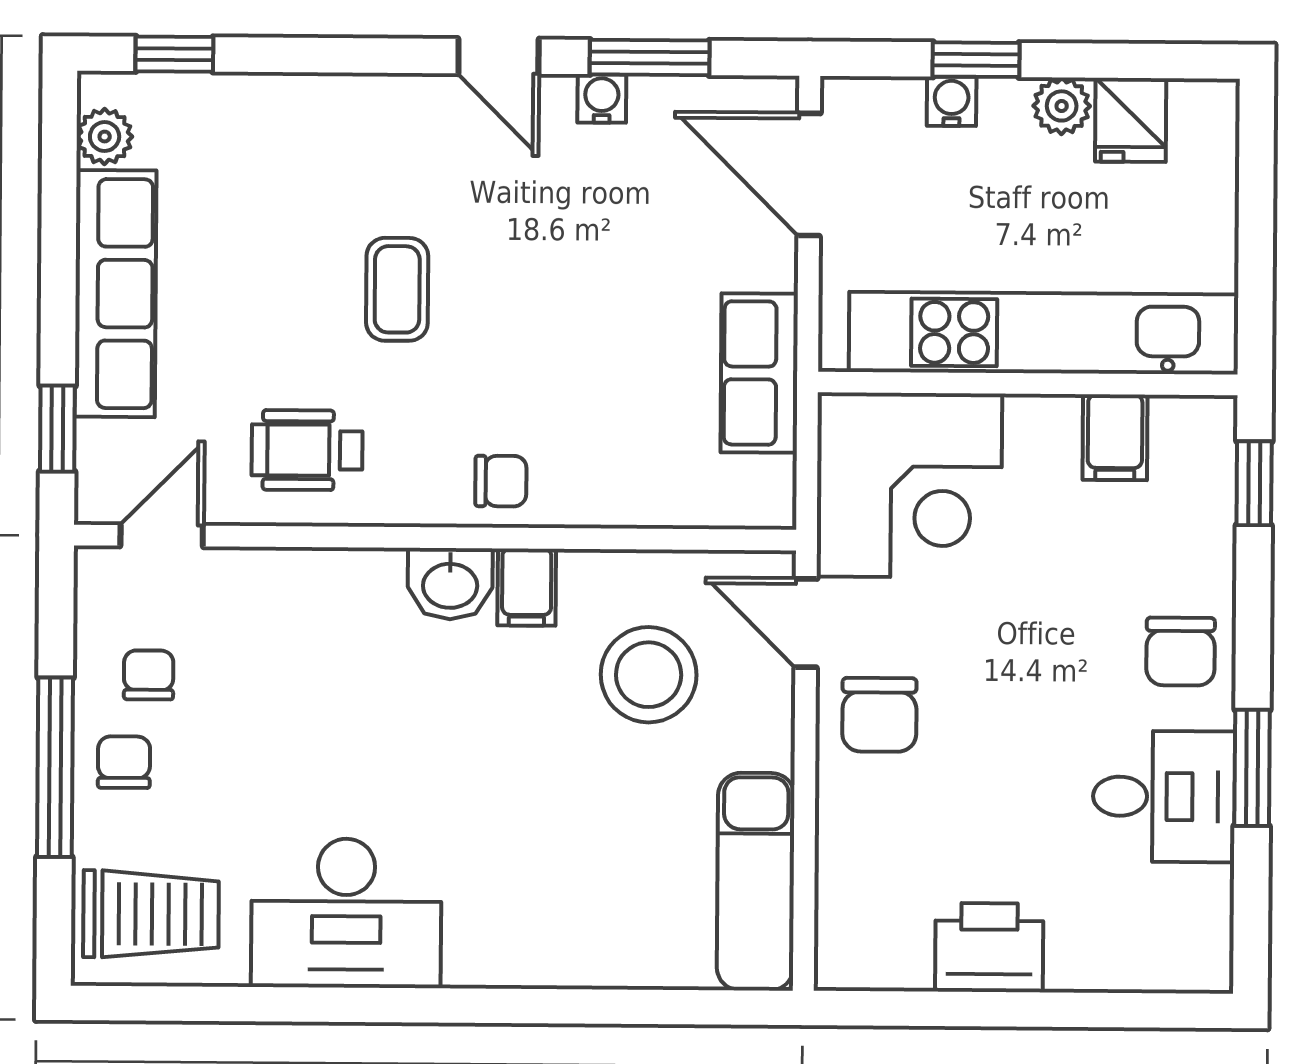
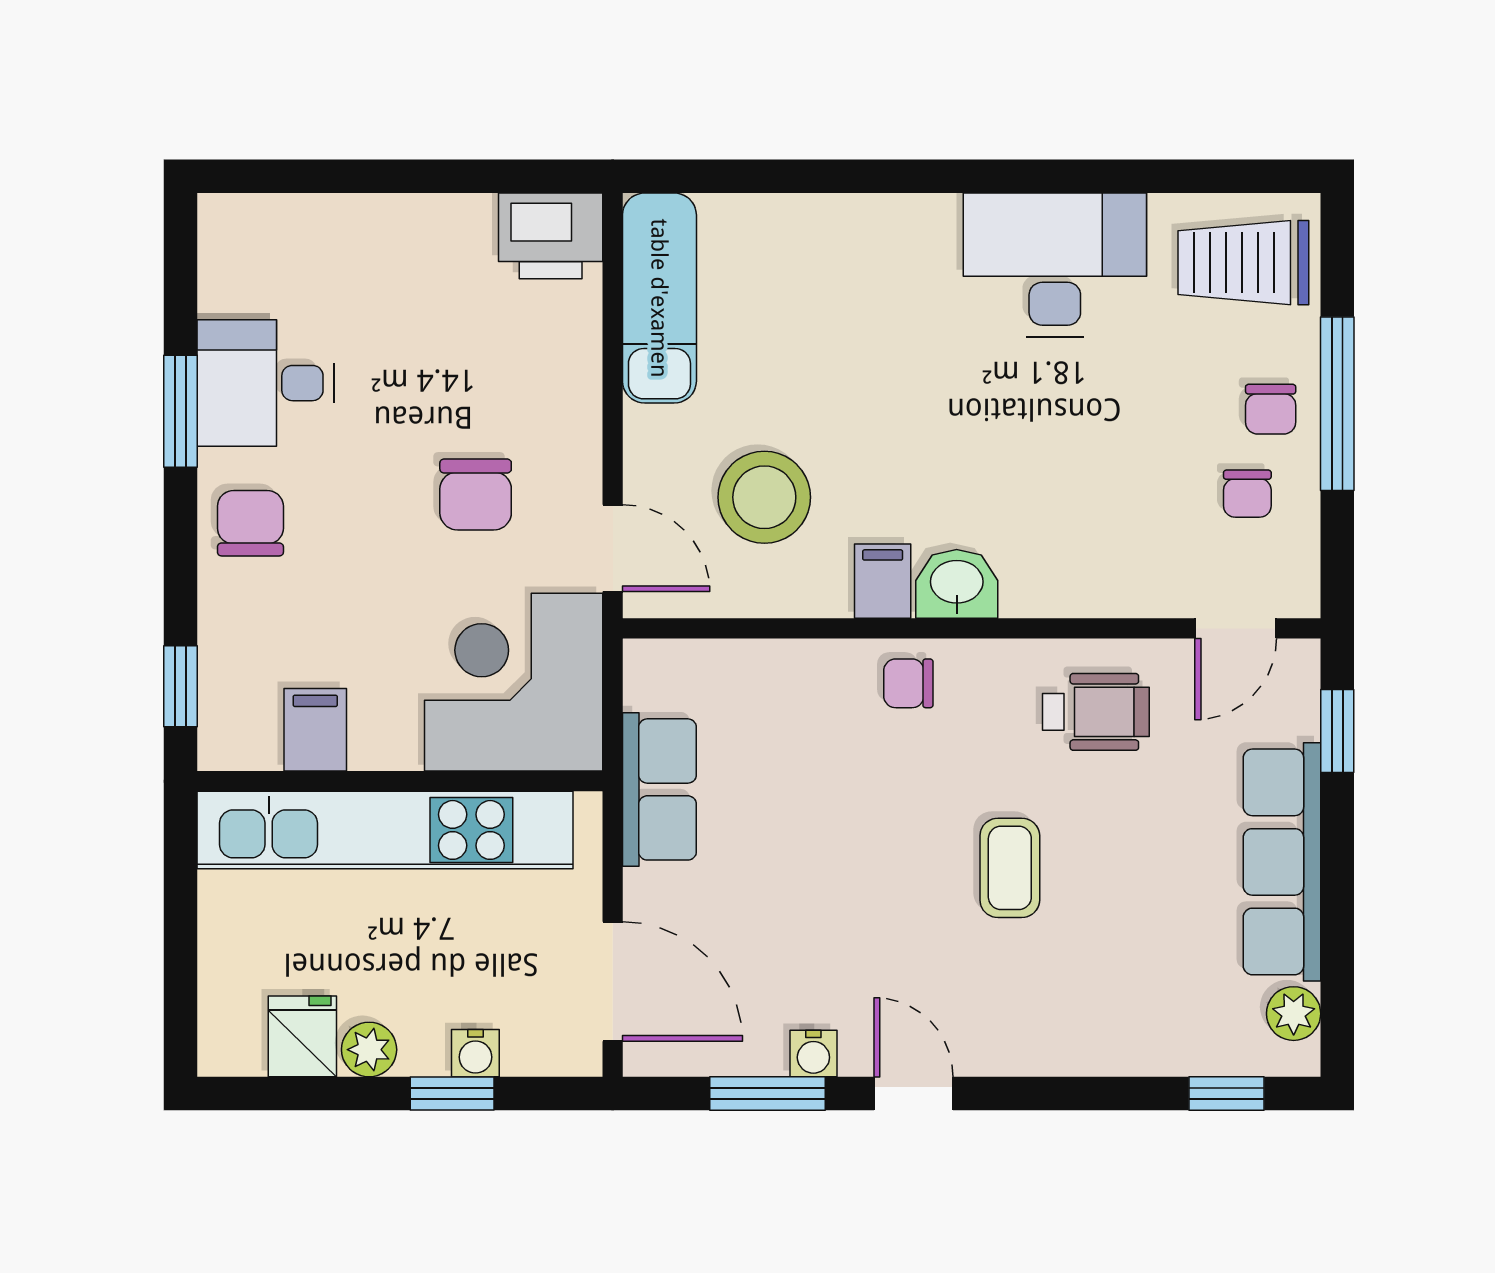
chair: (879, 715) -> (476, 494), moved, turned 180
printer: (989, 948) -> (551, 236), moved

